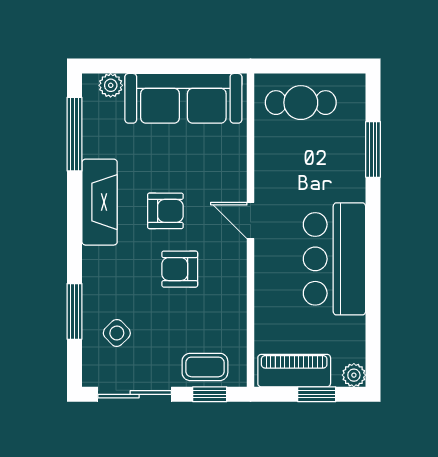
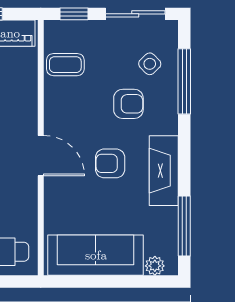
door: (250, 220) -> (41, 156), width x1.38
armchair: (180, 269) -> (128, 104), moved
window: (74, 311) -> (184, 81), width x1.44
coffee table: (205, 367) -> (65, 65), moved

